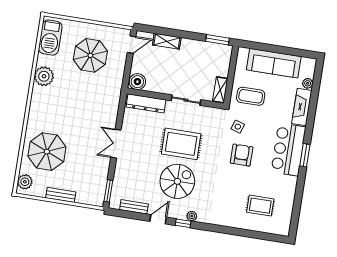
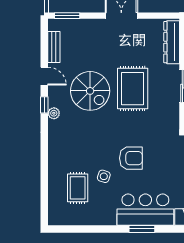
side table: (238, 127) -> (104, 176), moved

